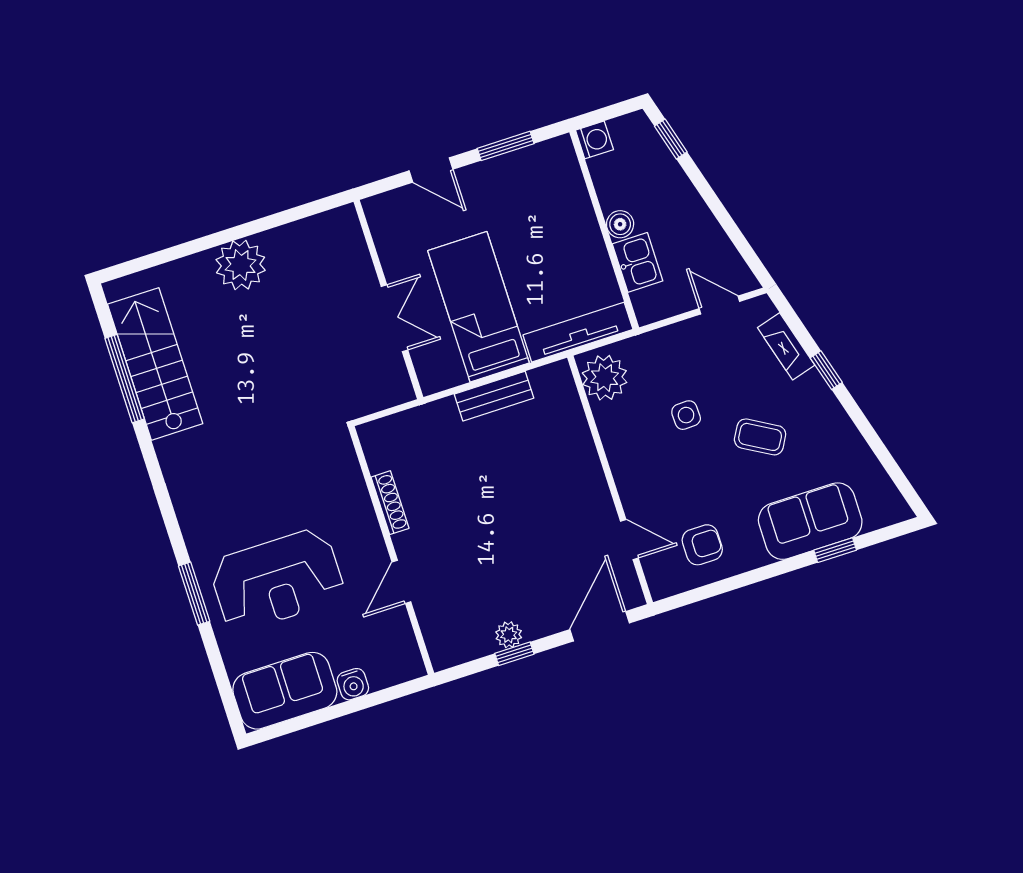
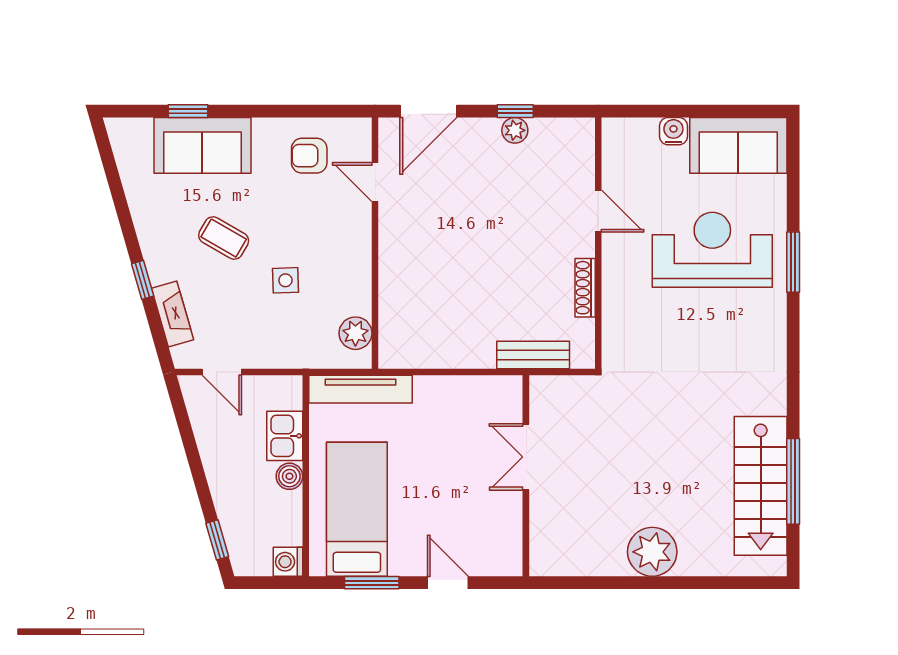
bed: (478, 307) -> (357, 509), moved, turned 180
plant: (605, 378) -> (355, 333), width x0.73, depth x0.73
bench: (494, 396) -> (533, 355), moved
door: (401, 582) -> (598, 211), hinge flipped

